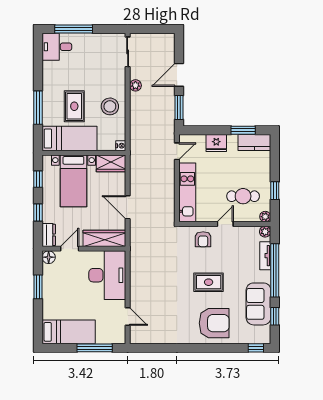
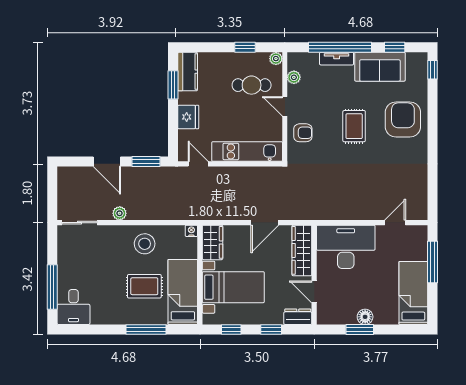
cafe table: (243, 196) -> (252, 85), turned 90
plant: (265, 232) -> (294, 77), moved
tv unit: (265, 256) -> (337, 59), moved
floor lamp: (49, 257) -> (365, 317), moved

